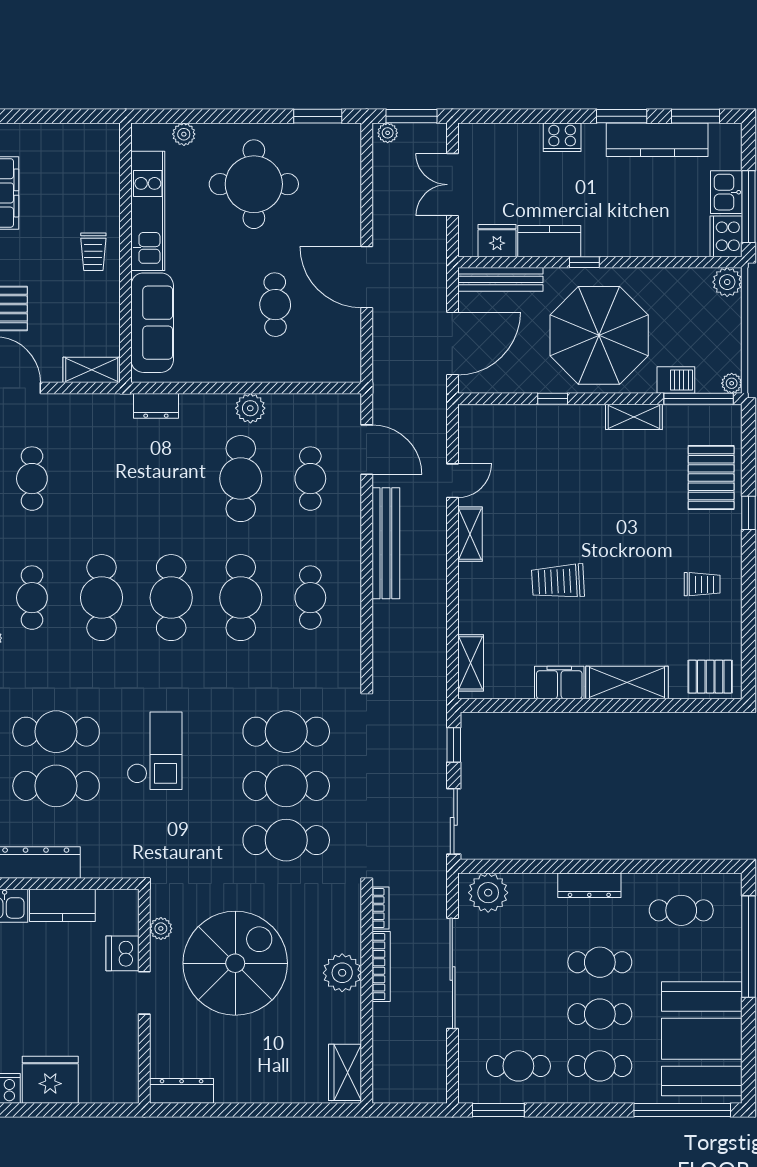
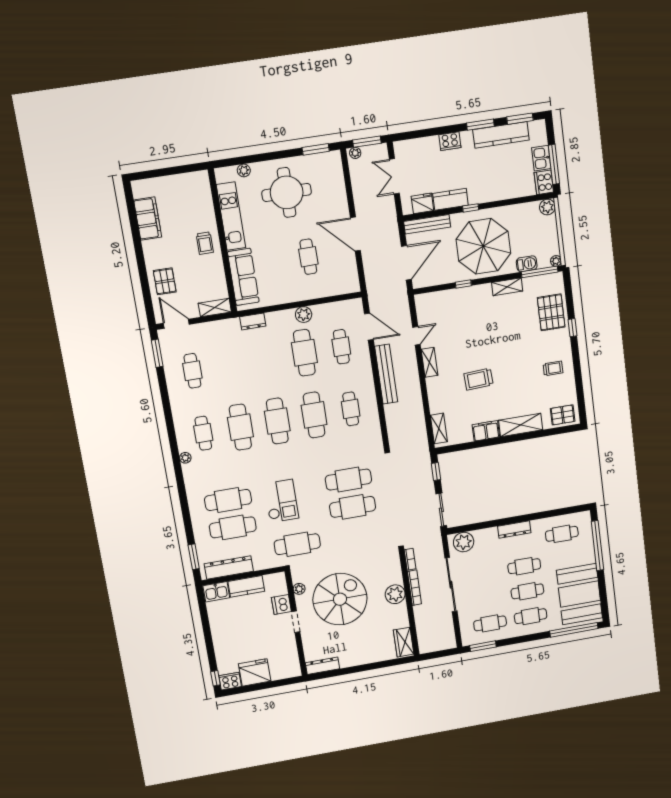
cafe table: (286, 840) -> (297, 544), moved

